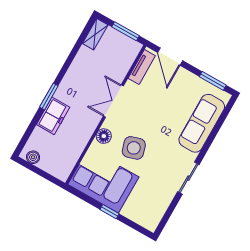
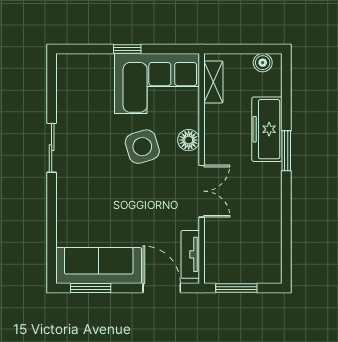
shelving: (95, 34) -> (213, 82), moved
freezer: (53, 116) -> (267, 129), width x1.40
sofa: (202, 123) -> (99, 265), moved, turned -90

